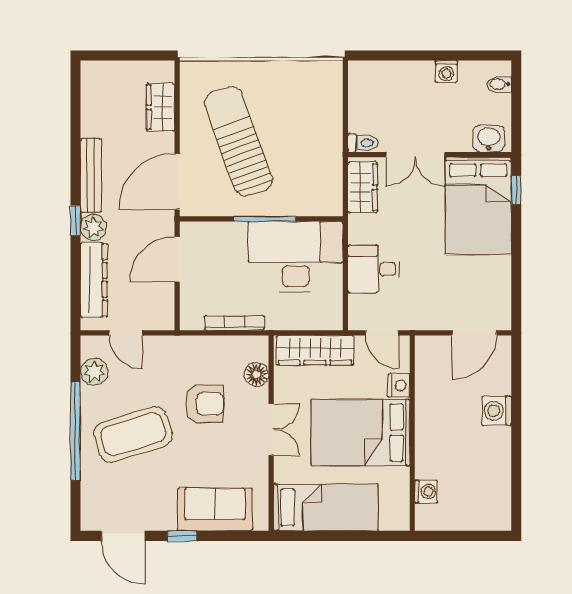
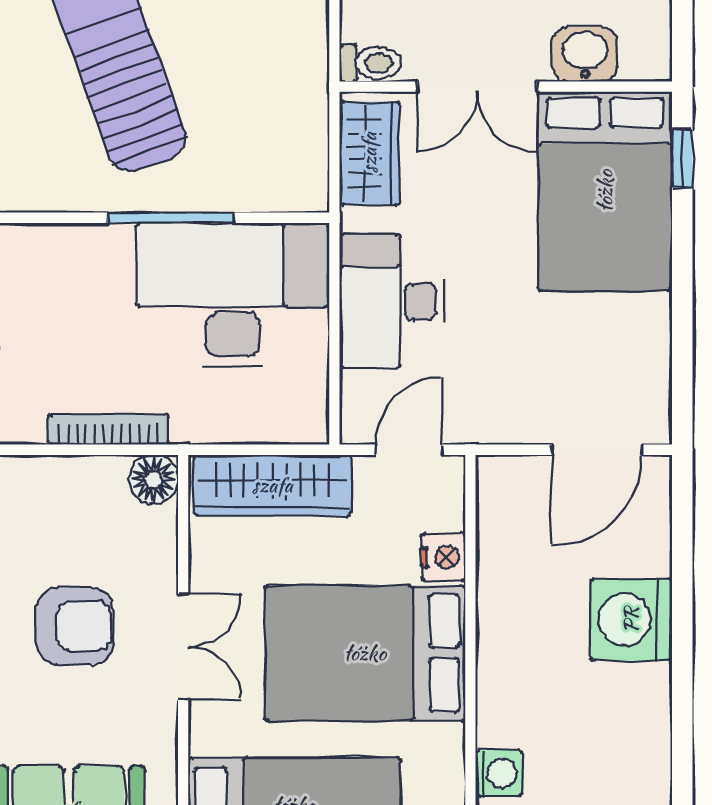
washbasin: (489, 139) -> (585, 54), moved
desk: (374, 269) -> (392, 301), width x1.37
door: (382, 333) -> (409, 450), swing flipped
floor lamp: (257, 374) -> (153, 479), moved
armchair: (205, 404) -> (74, 626), moved
washing machine: (497, 411) -> (631, 620), width x1.37, depth x1.37

